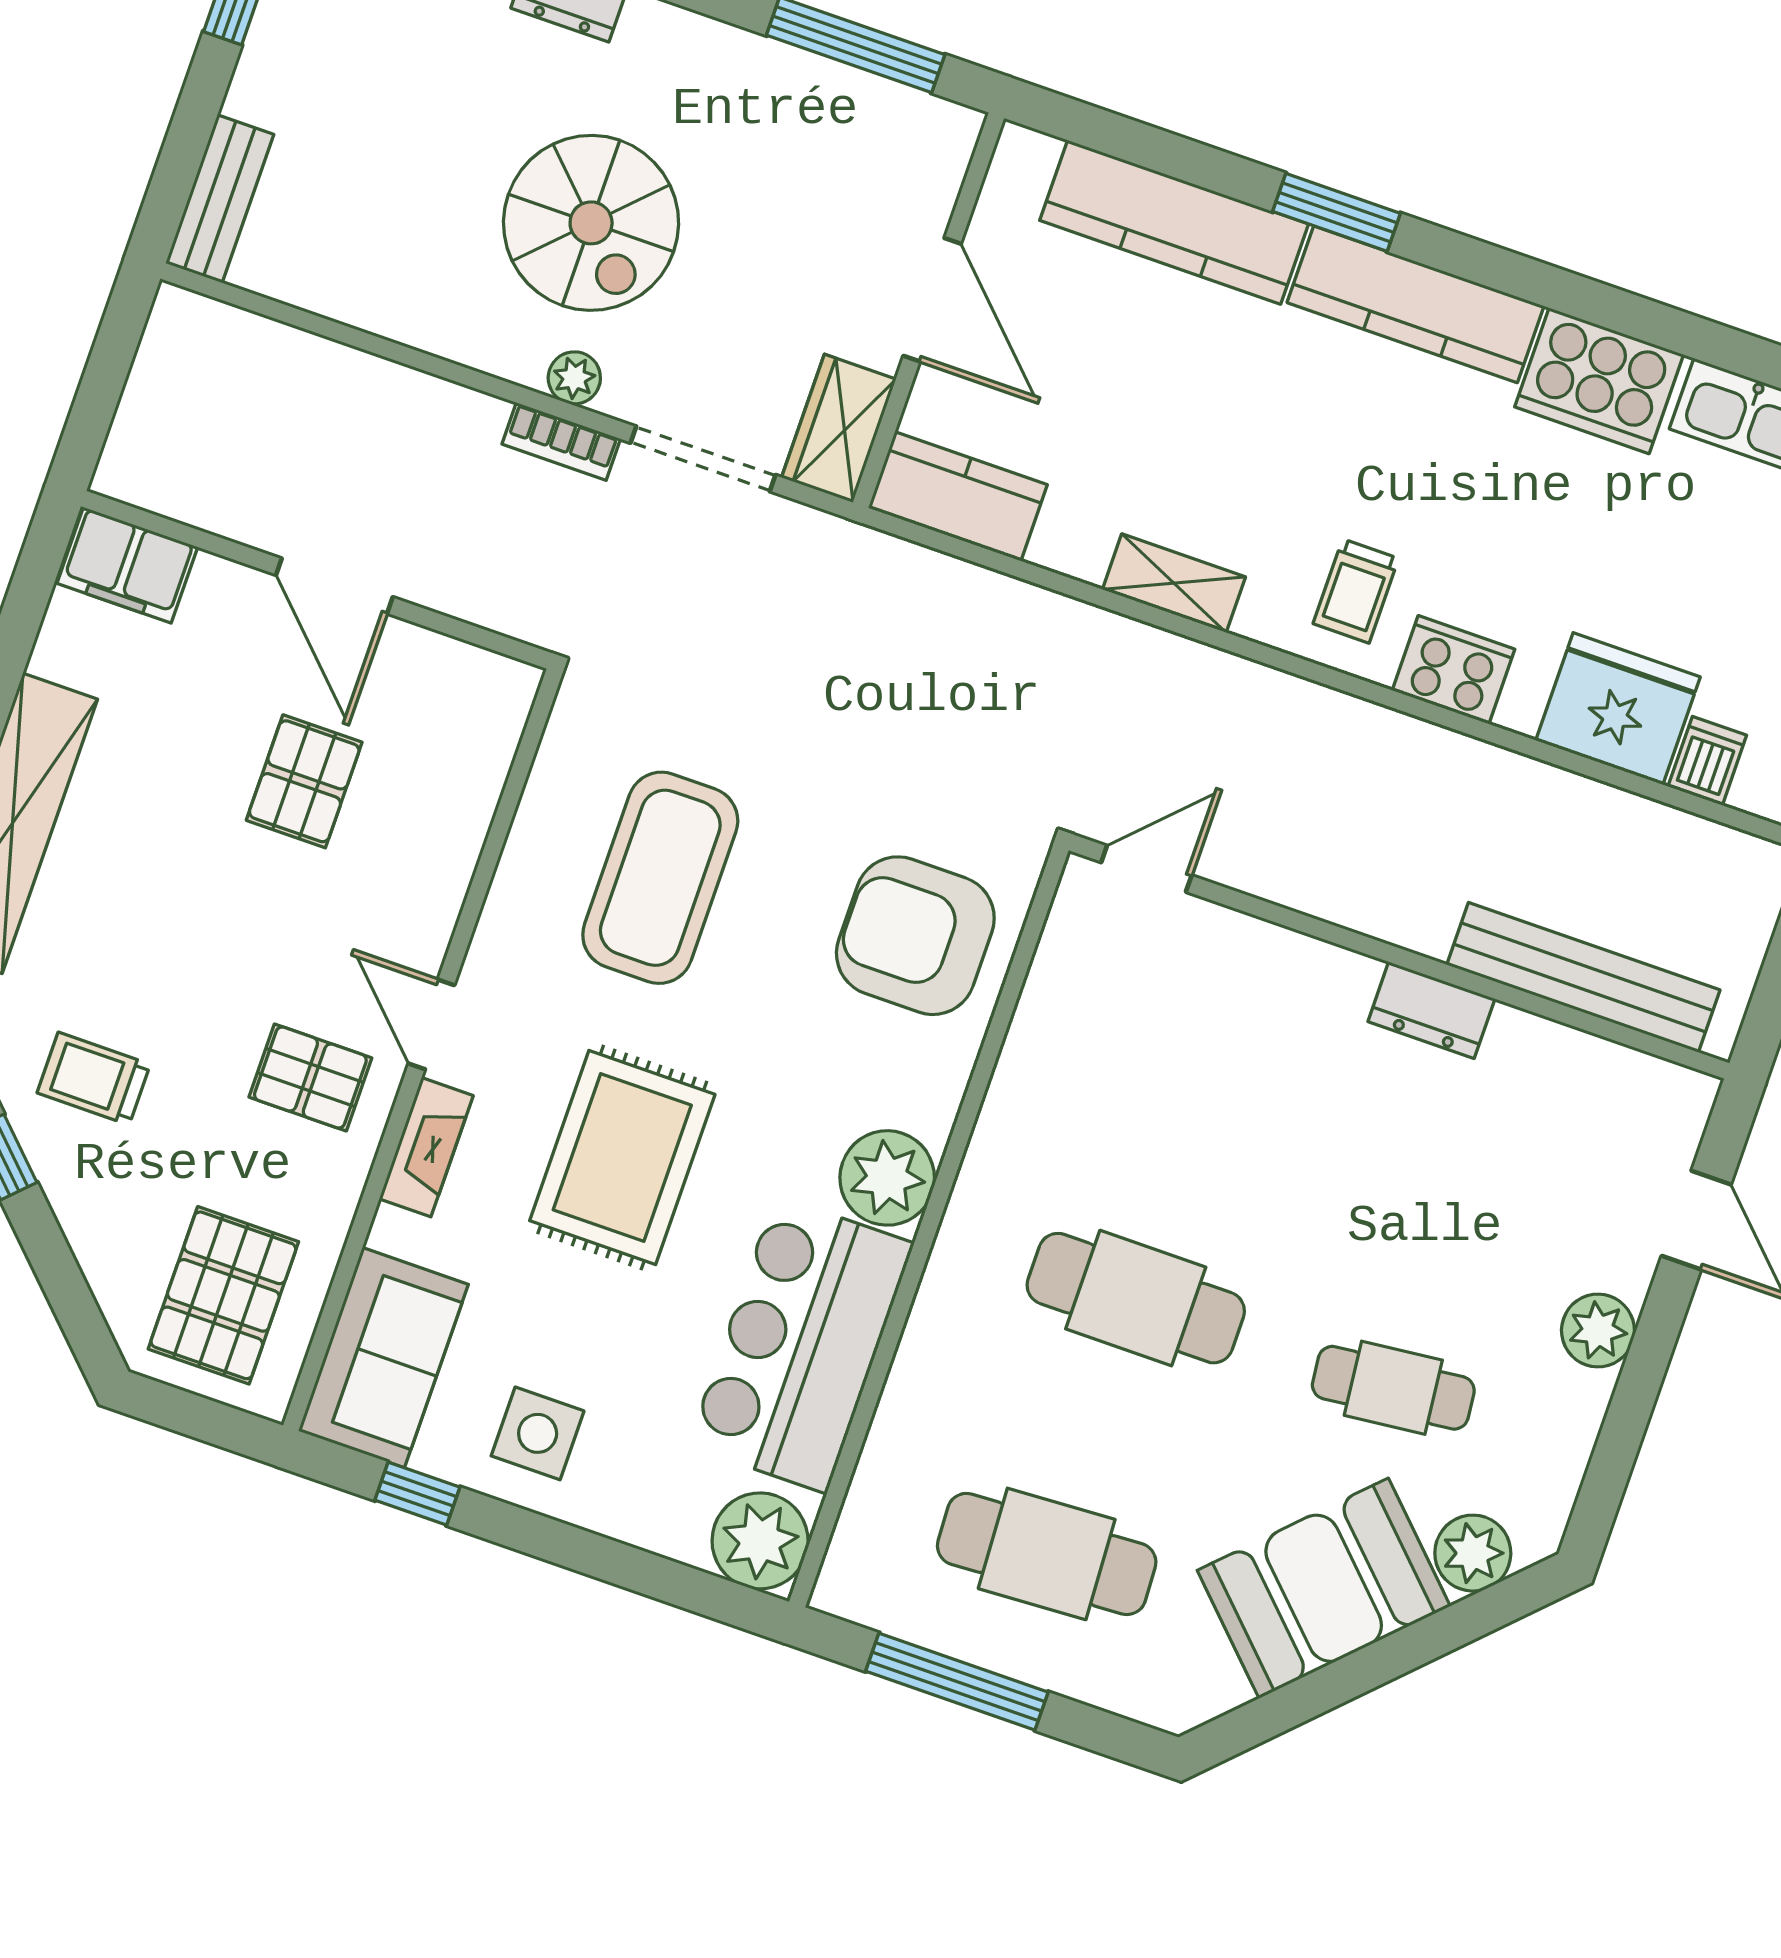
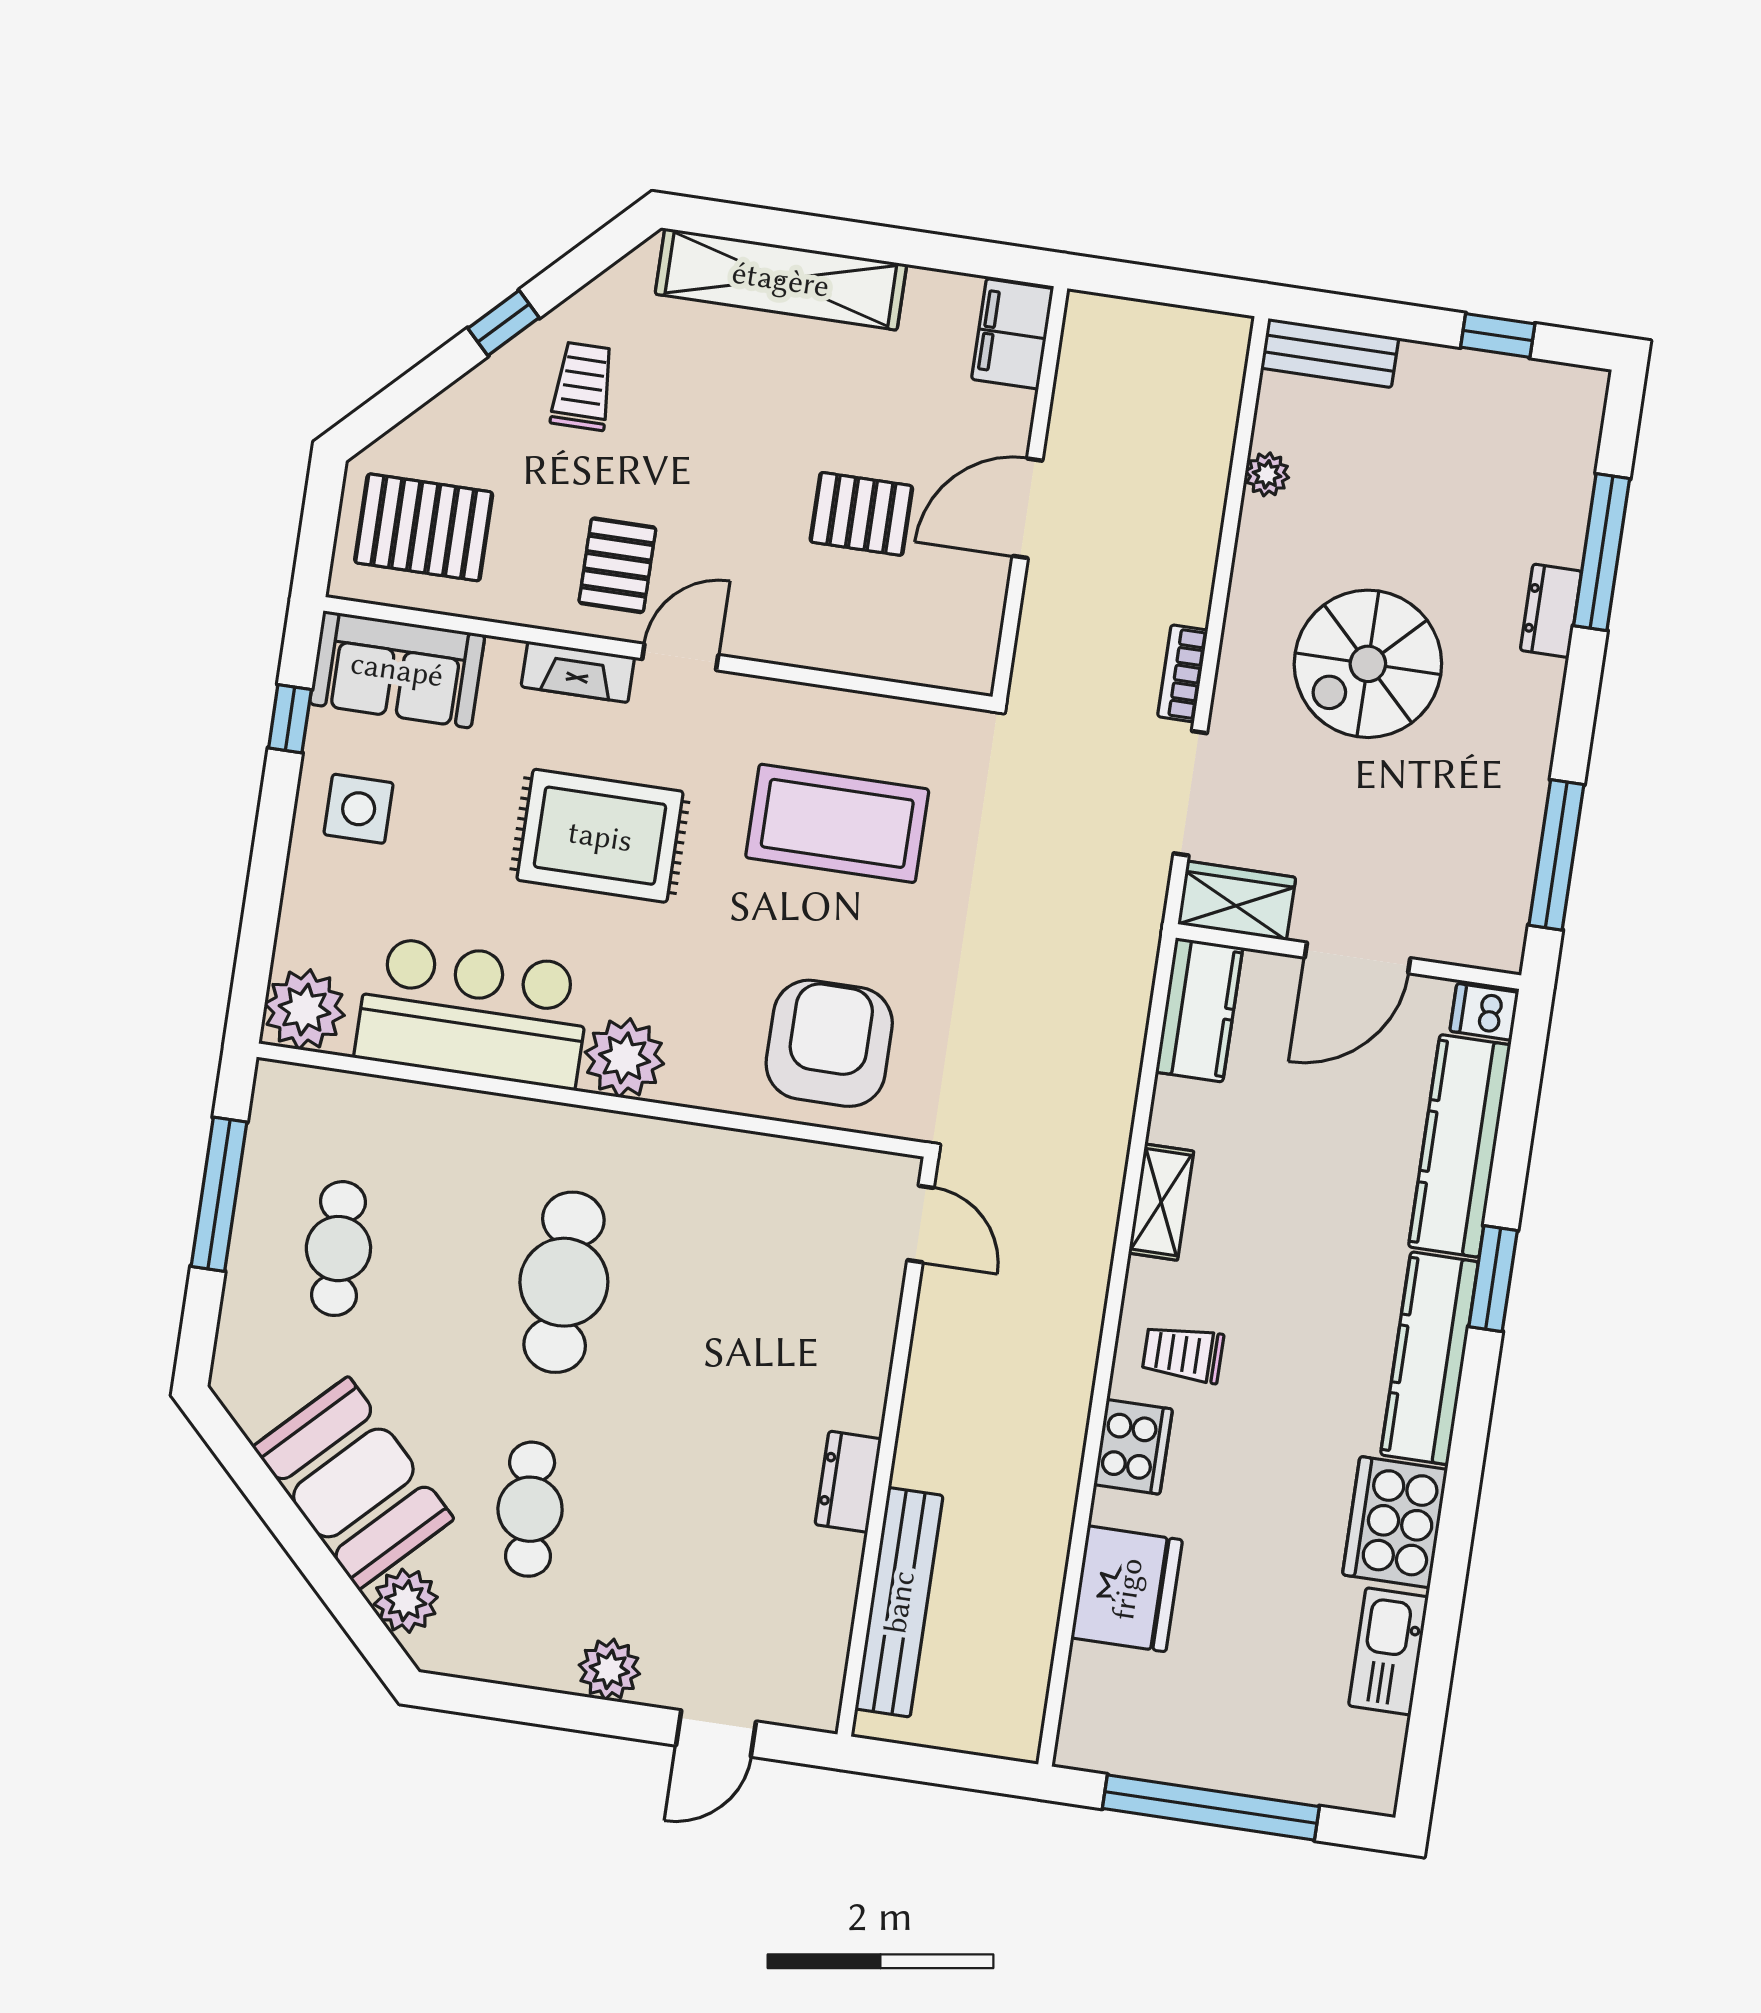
plant: (574, 378) -> (1267, 474), moved
dishwasher: (1707, 761) -> (1484, 1012), moved, turned 180
cafe table: (1047, 1554) -> (338, 1249), width x0.73, depth x0.74

